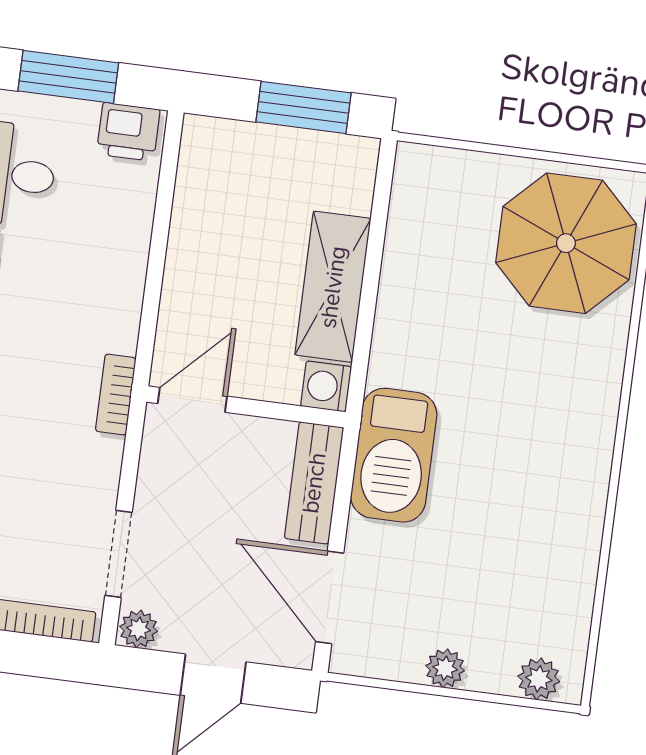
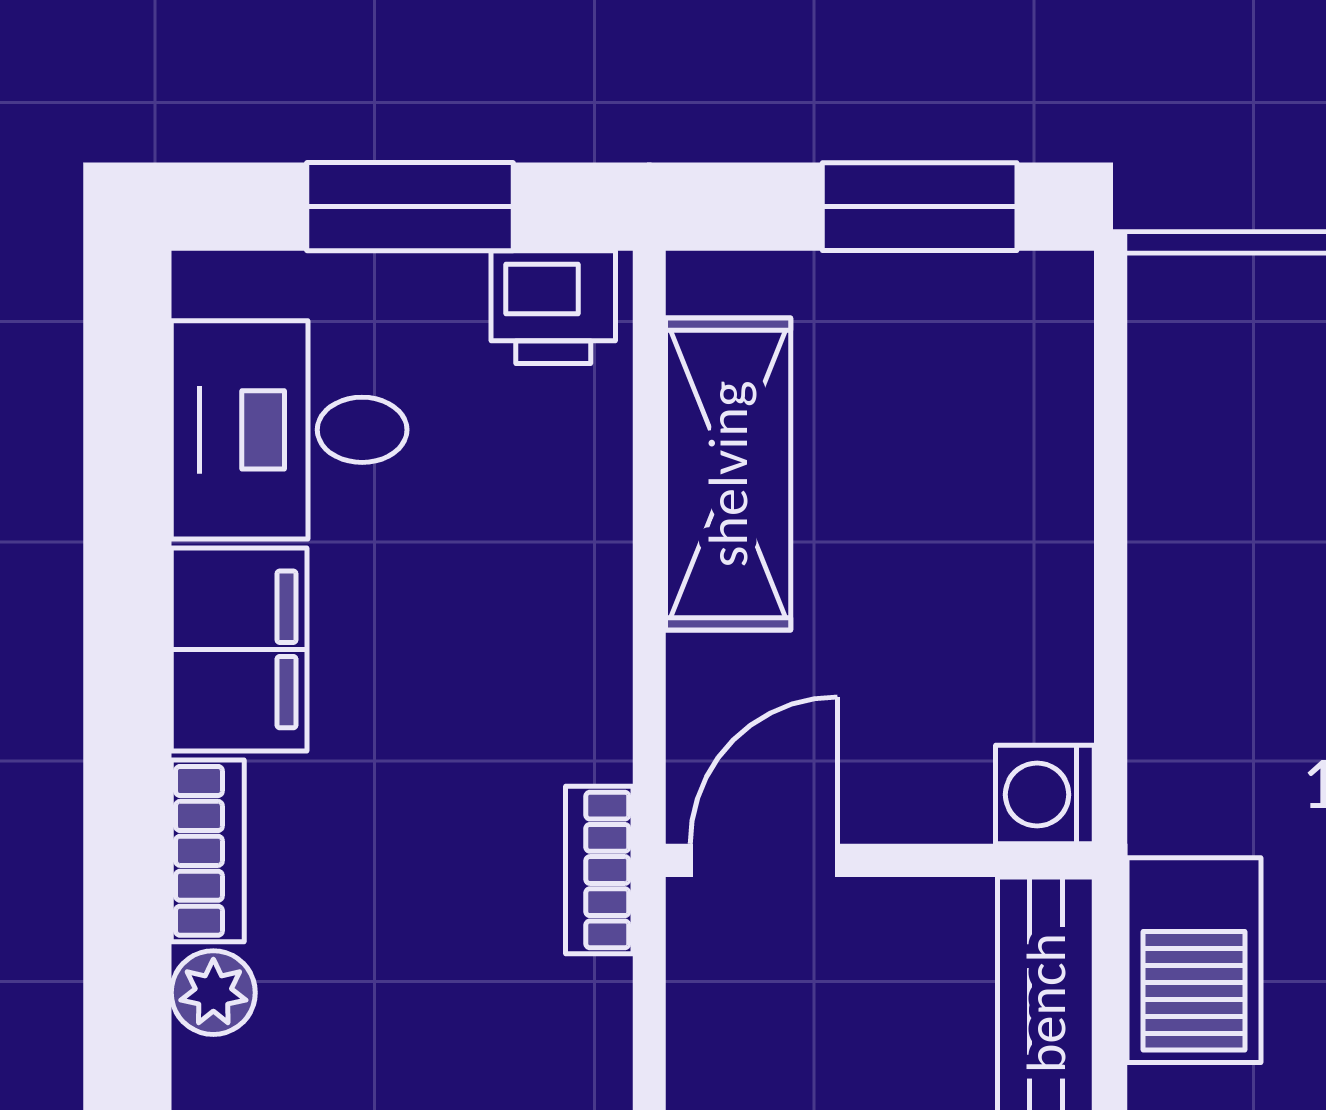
shelving: (333, 287) -> (728, 474), moved
barbecue: (394, 455) -> (1194, 960), width x0.73, depth x0.83

